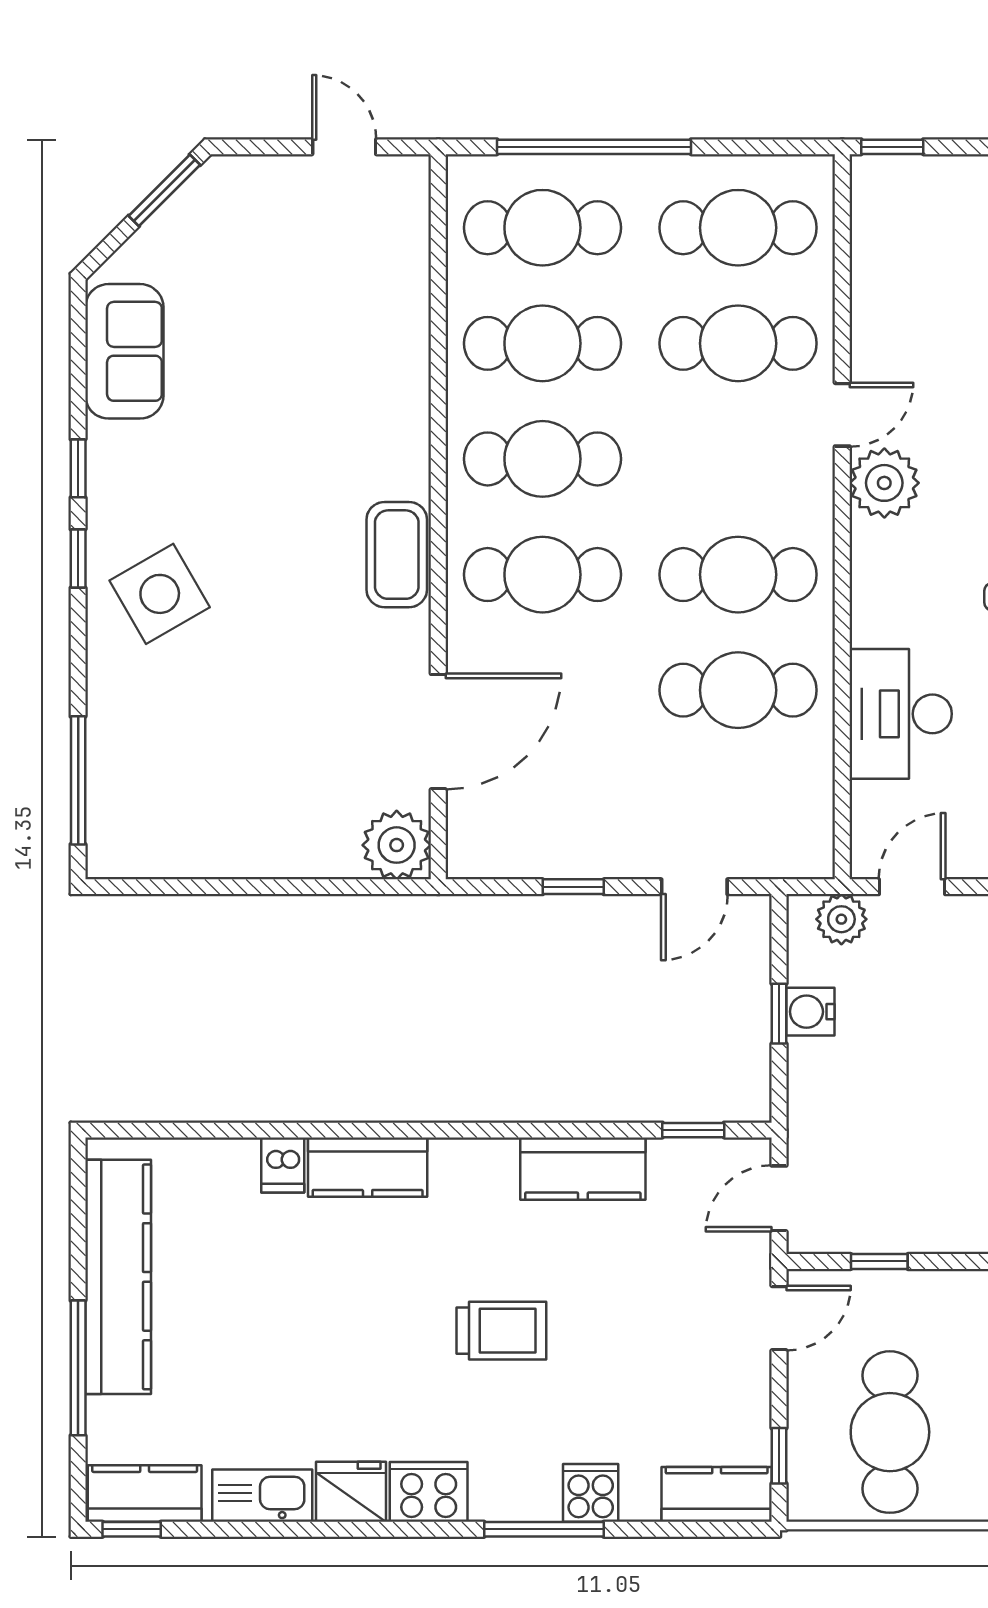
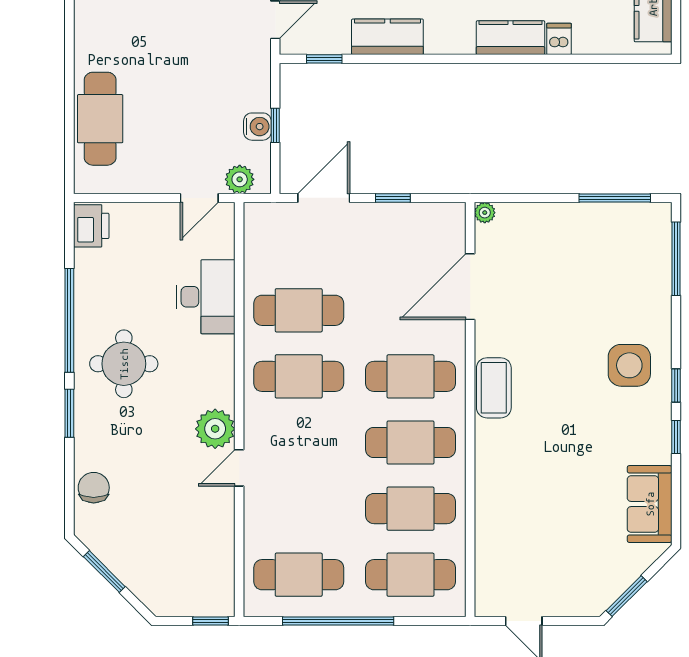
window: (594, 147) -> (338, 621), moved
cafe table: (738, 343) -> (299, 509), removed
side table: (160, 594) -> (629, 365), turned 30
plant: (397, 845) -> (485, 213), width x0.53, depth x0.53
window: (185, 887) -> (615, 198), added
door: (694, 887) -> (324, 198), width x1.37

